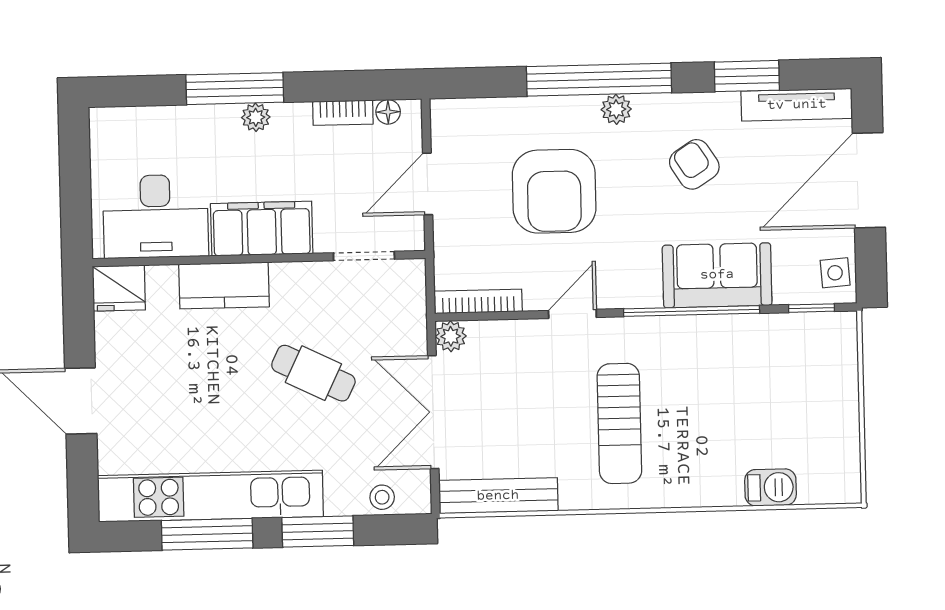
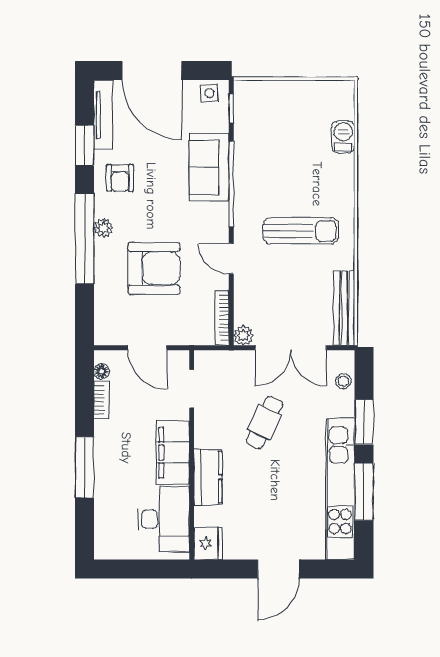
plant: (256, 117) -> (103, 455), removed
armchair: (694, 164) -> (120, 178), moved, turned -57

